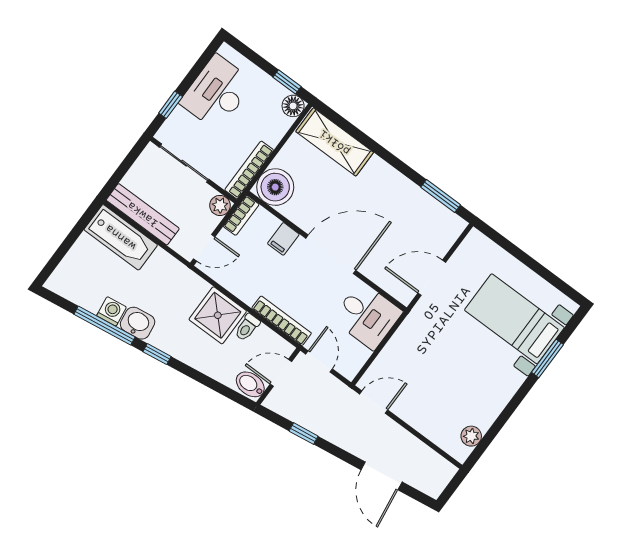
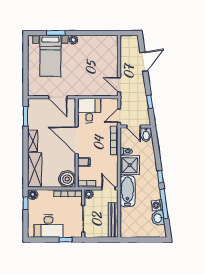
shelving: (388, 176) -> (33, 141), added
bathtub: (121, 237) -> (127, 191), moved
washbasin: (138, 323) -> (158, 218), moved
plant: (471, 436) -> (73, 40), moved

